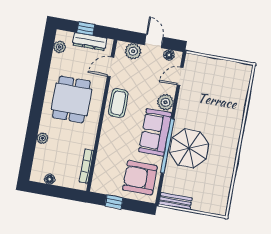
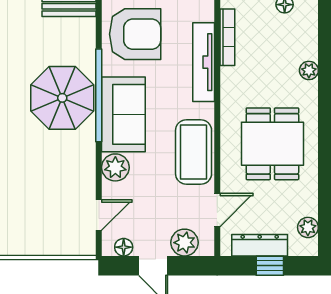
coffee table: (118, 103) -> (194, 152), width x1.36, depth x1.32
tv unit: (103, 154) -> (204, 62), added

